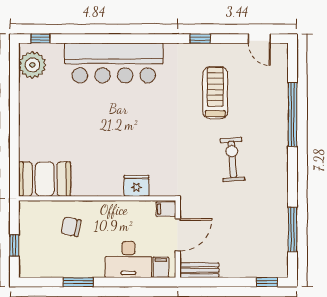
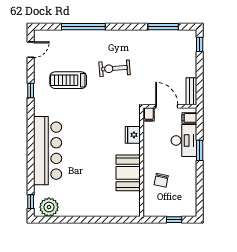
booth: (45, 179) -> (128, 173), moved
window: (78, 282) -> (200, 150), moved

